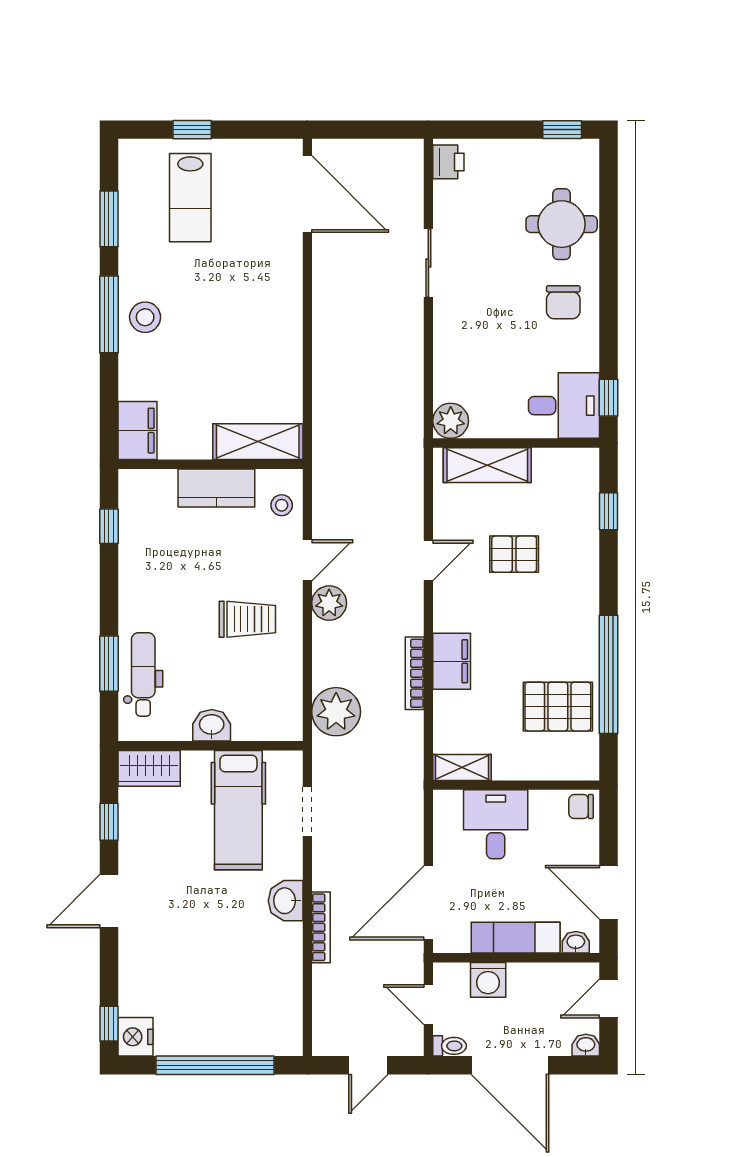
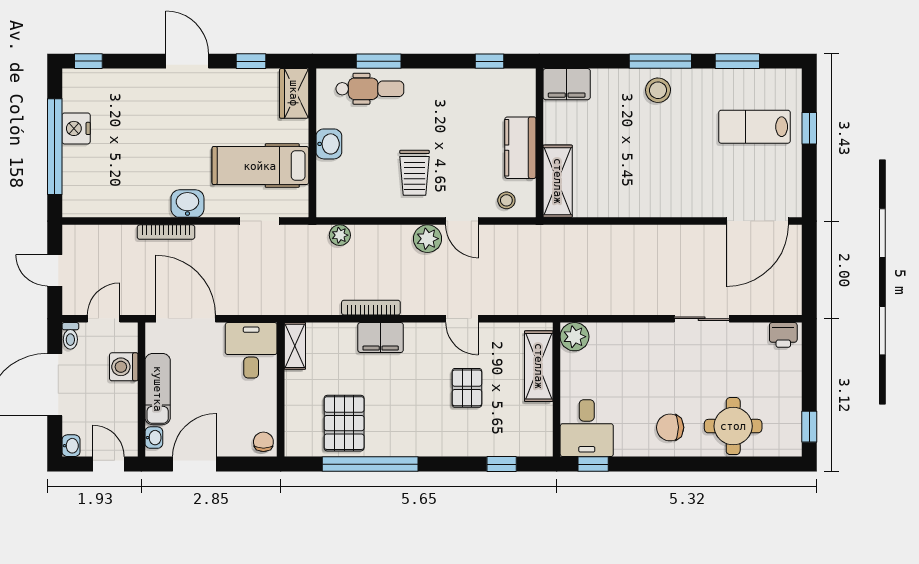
plant: (336, 712) -> (340, 235), width x0.53, depth x0.53
desk: (496, 824) -> (251, 350), moved, turned -90
nightstand: (135, 1037) -> (76, 128), moved, turned -90

